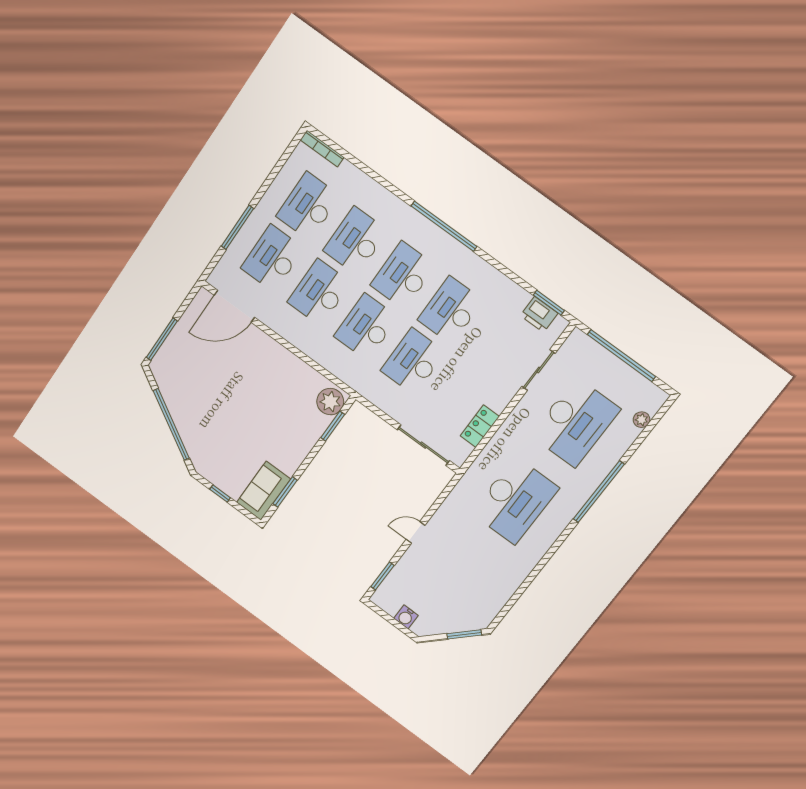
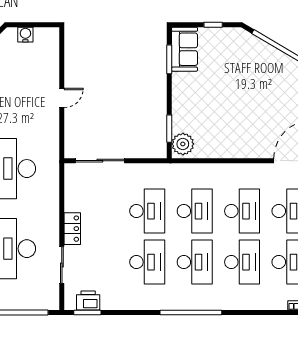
locker: (480, 426) -> (72, 229), moved
window: (382, 576) -> (62, 51), removed

